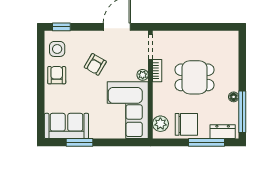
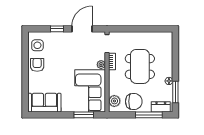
window: (61, 27) -> (57, 29), moved
armchair: (95, 64) -> (66, 57), removed
dining table: (195, 77) -> (140, 66), width x1.38
window: (242, 112) -> (175, 92), width x0.69
window: (79, 142) -> (84, 115), moved

